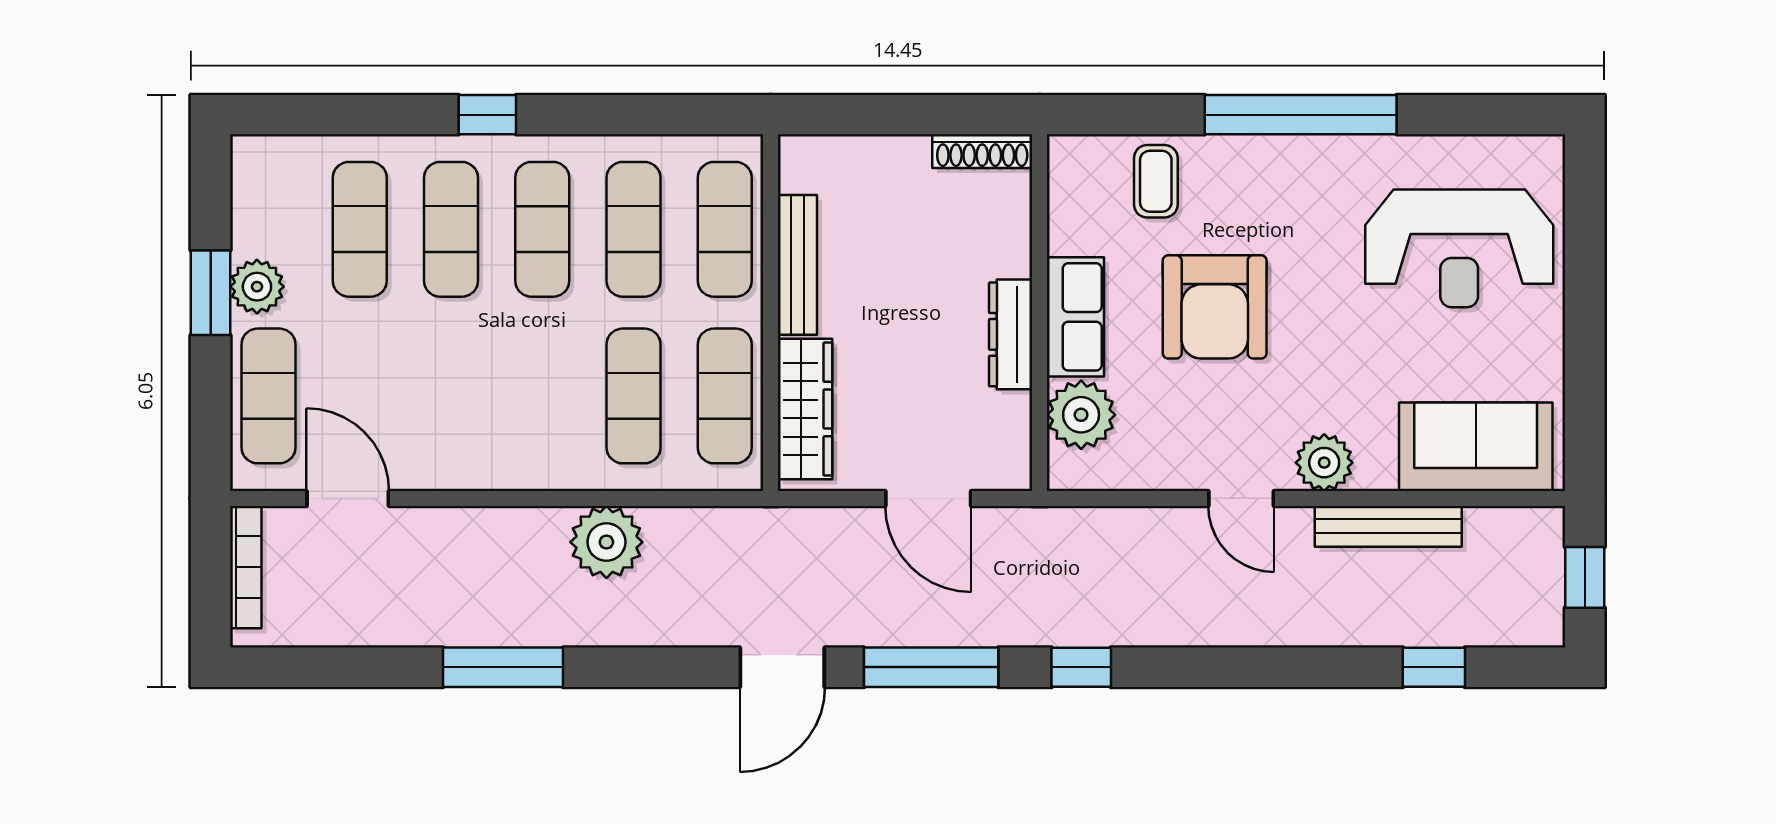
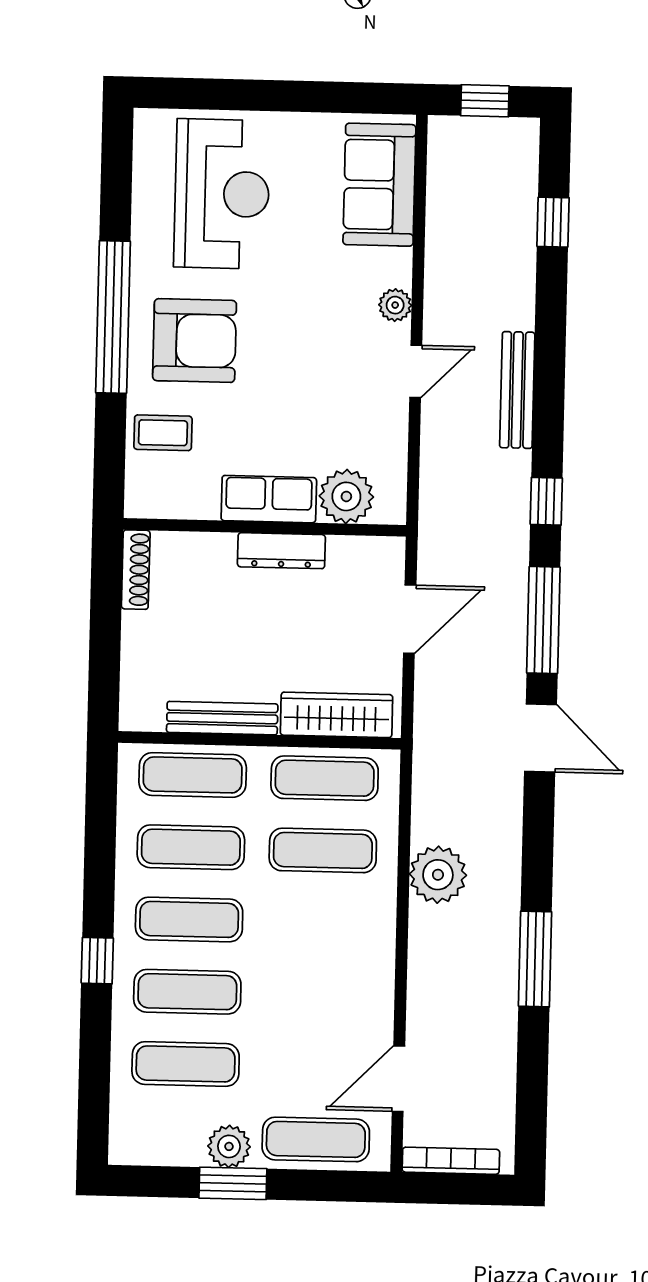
armchair: (1215, 307) -> (195, 341), moved
plant: (1324, 463) -> (395, 305), width x0.73, depth x0.73
bench: (1388, 526) -> (517, 390), moved

